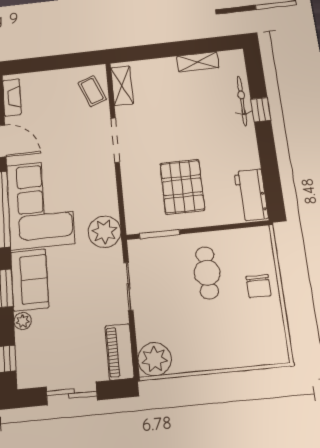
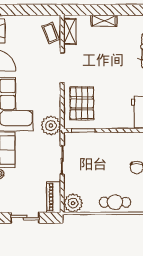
shelving: (198, 62) -> (104, 21), moved
pallet: (182, 187) -> (82, 103), moved
cafe table: (207, 273) -> (115, 202), moved, turned 90

